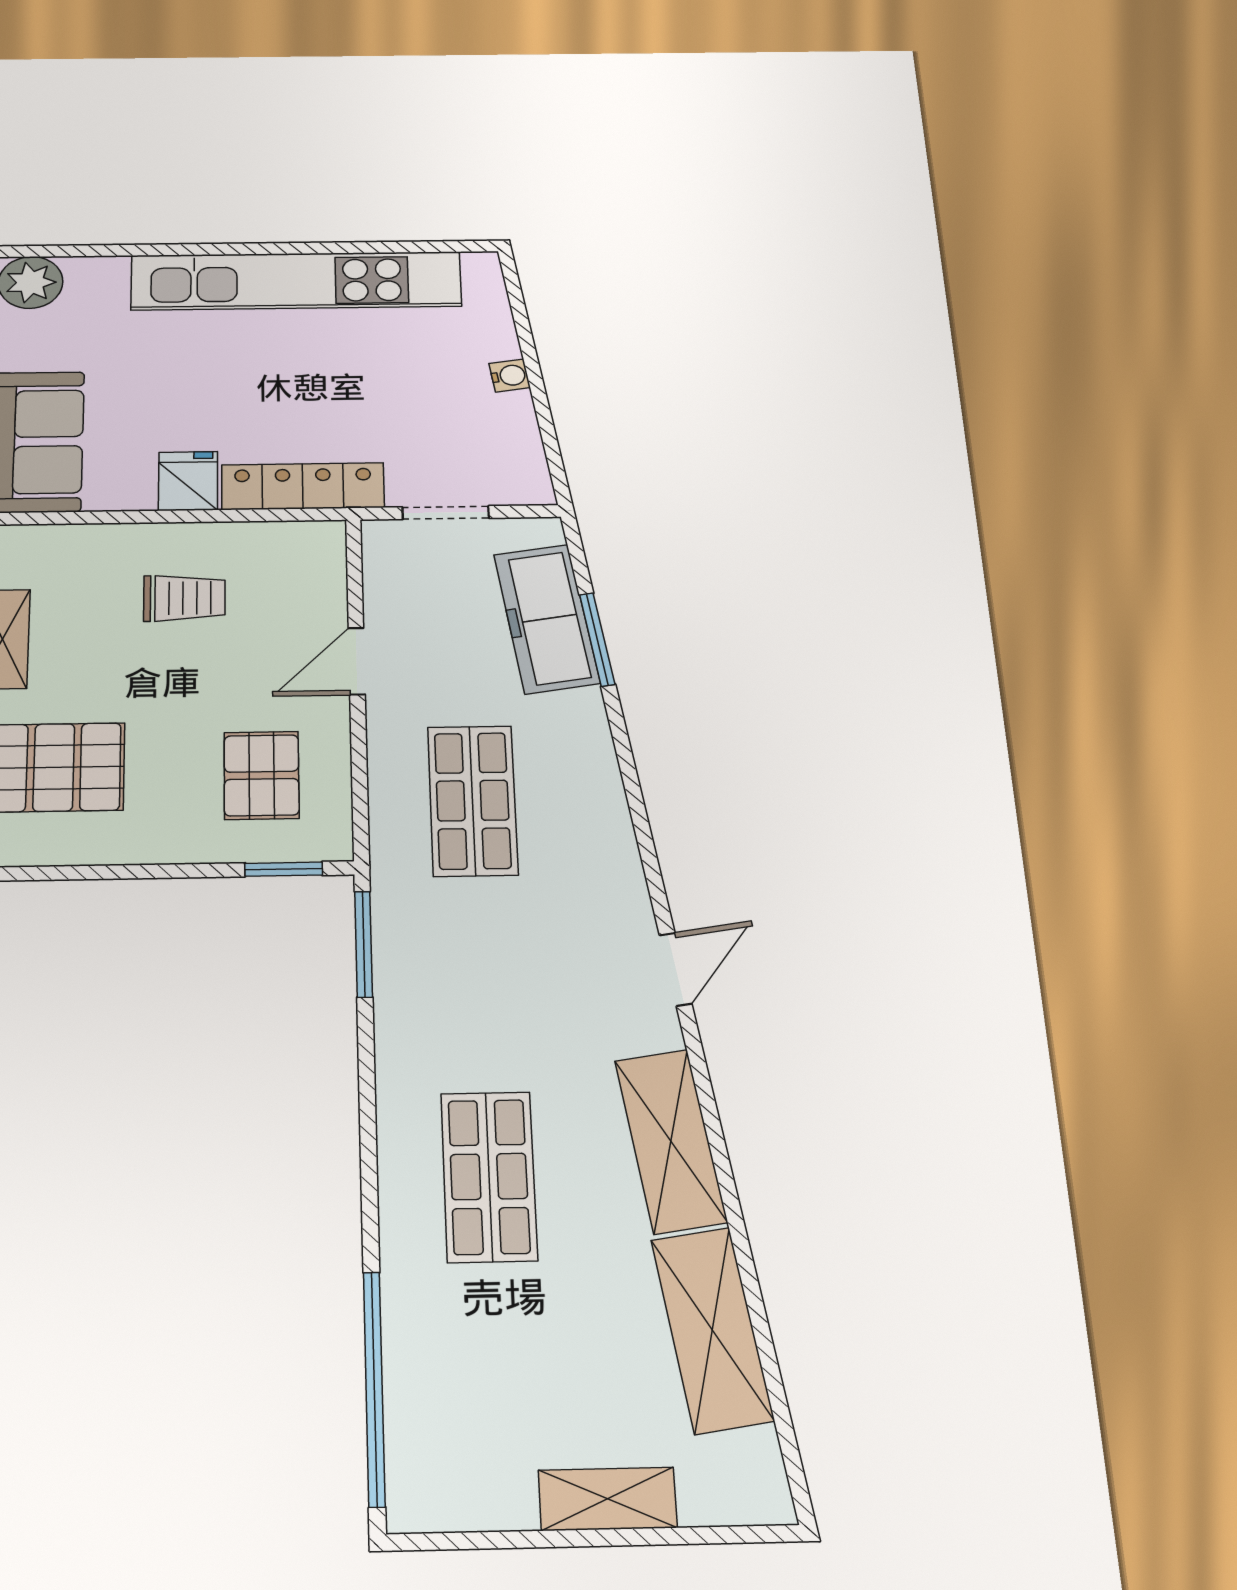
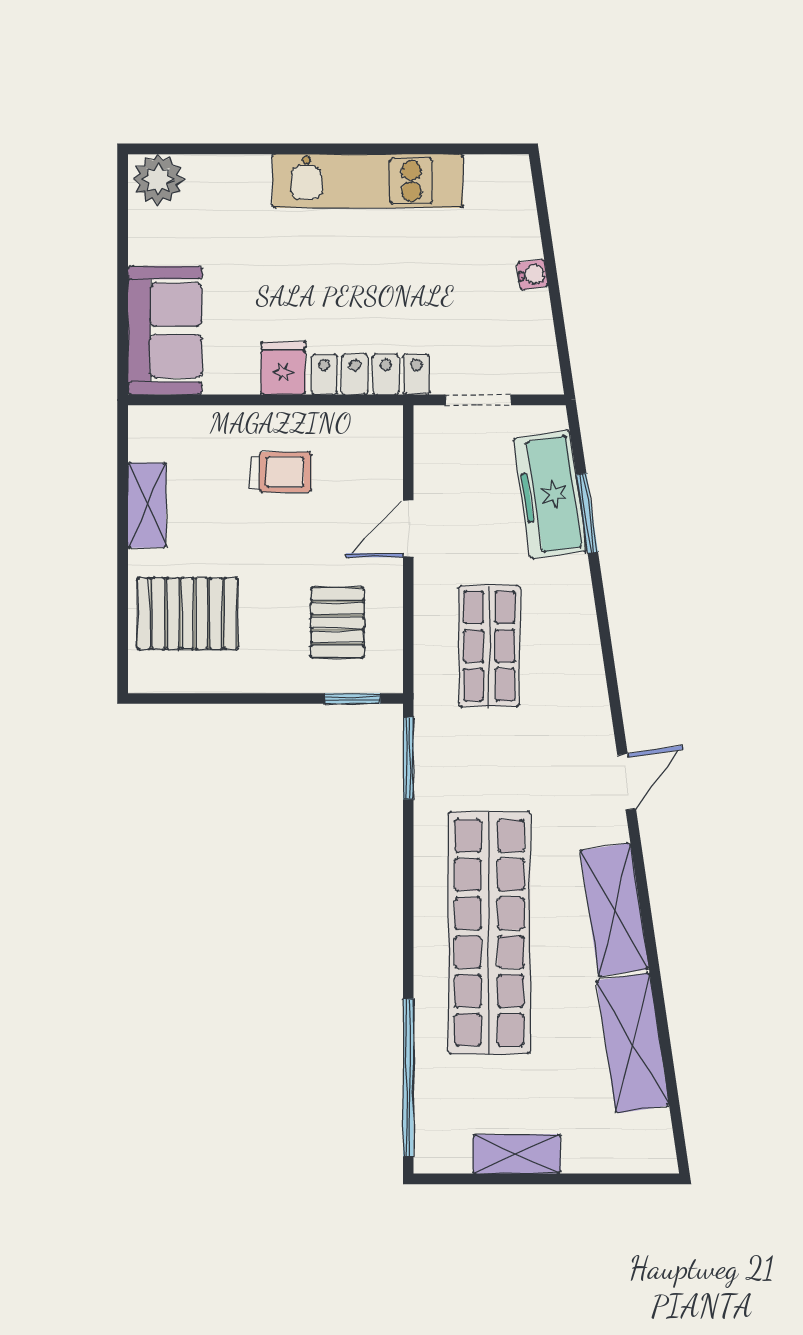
kitchen unit: (296, 281) -> (368, 181), width x0.73
shop shelf: (489, 1176) -> (489, 933), width x2.00, depth x1.36
shelving: (608, 1499) -> (517, 1154), moved

